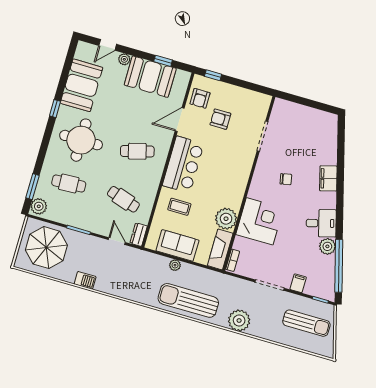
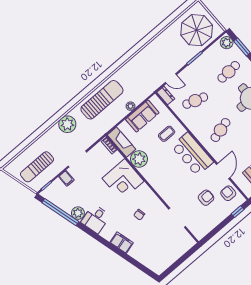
barbecue: (85, 280) -> (159, 41), removed

